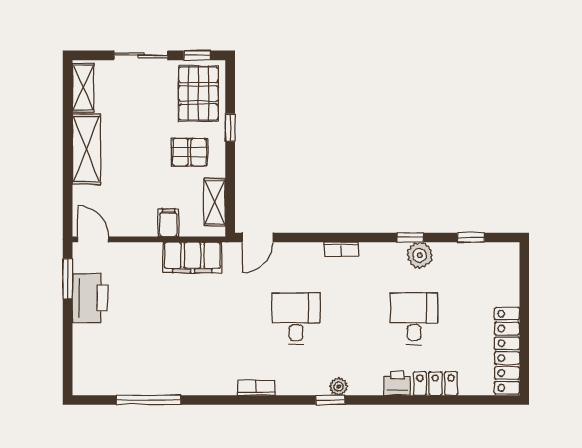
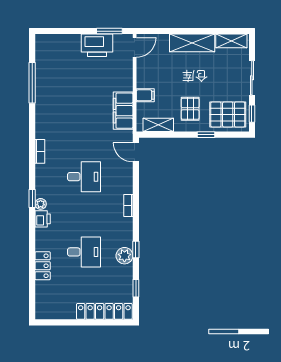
locker: (507, 351) -> (104, 311), moved
printer: (397, 384) -> (43, 219), moved

